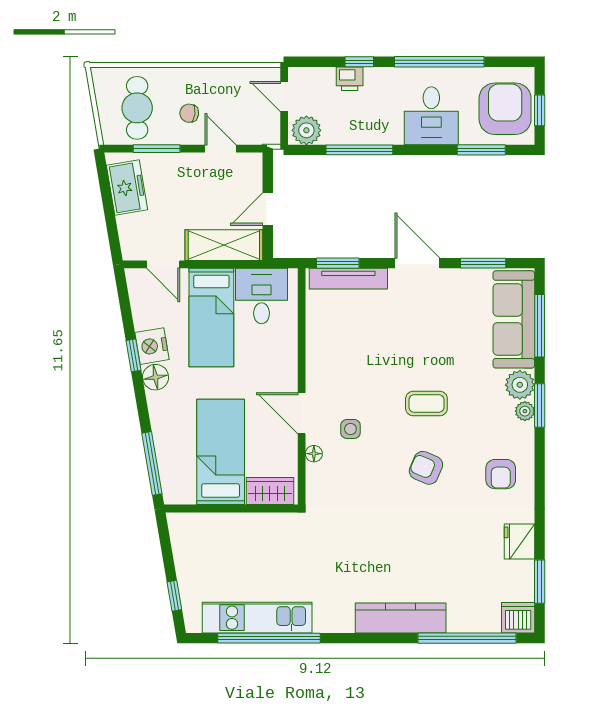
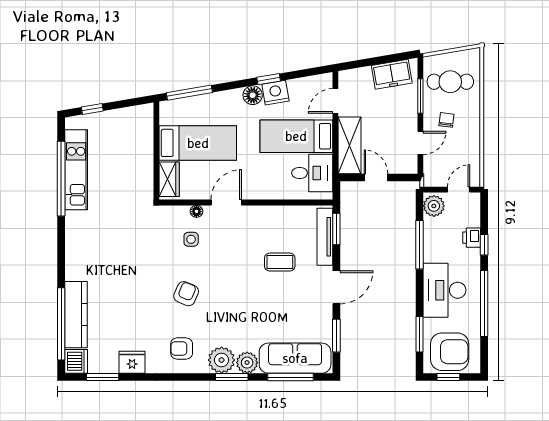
desk: (431, 116) -> (444, 290), width x1.37
coffee table: (426, 404) -> (280, 262), moved, turned 90
plant: (525, 411) -> (222, 360), width x1.88, depth x1.88
side table: (350, 429) -> (191, 239), moved
kitchen counter: (401, 618) -> (76, 315), moved

